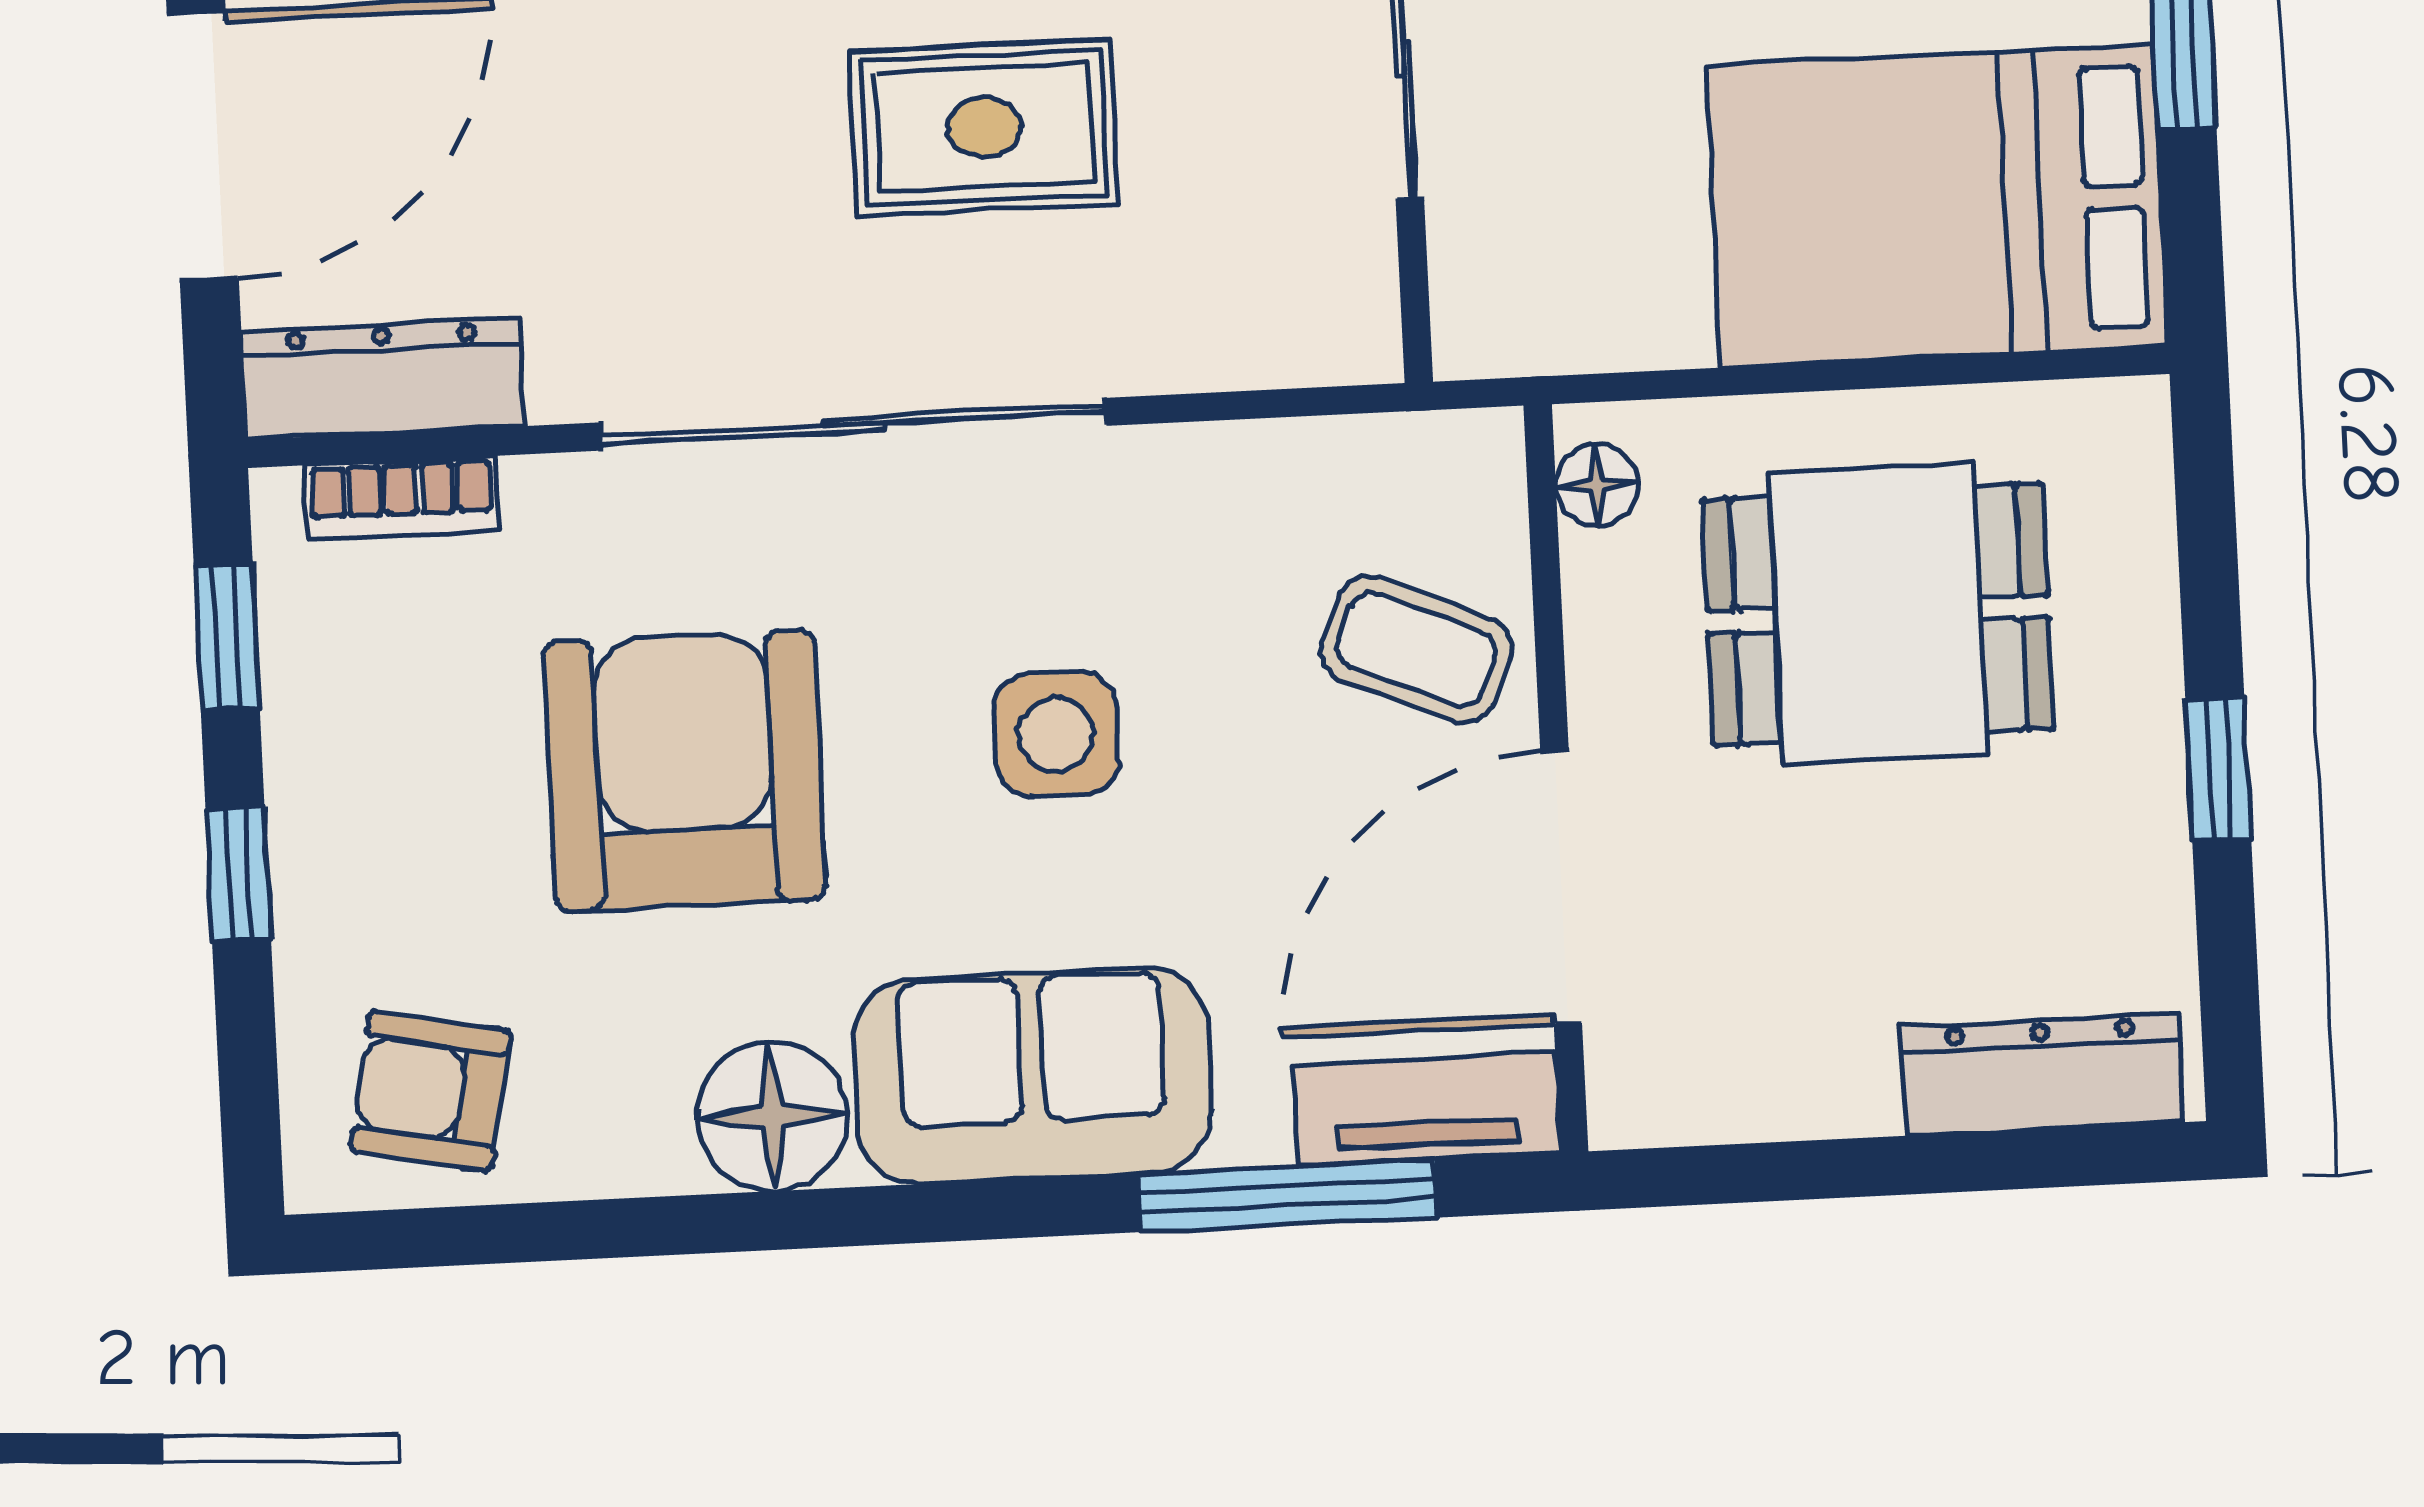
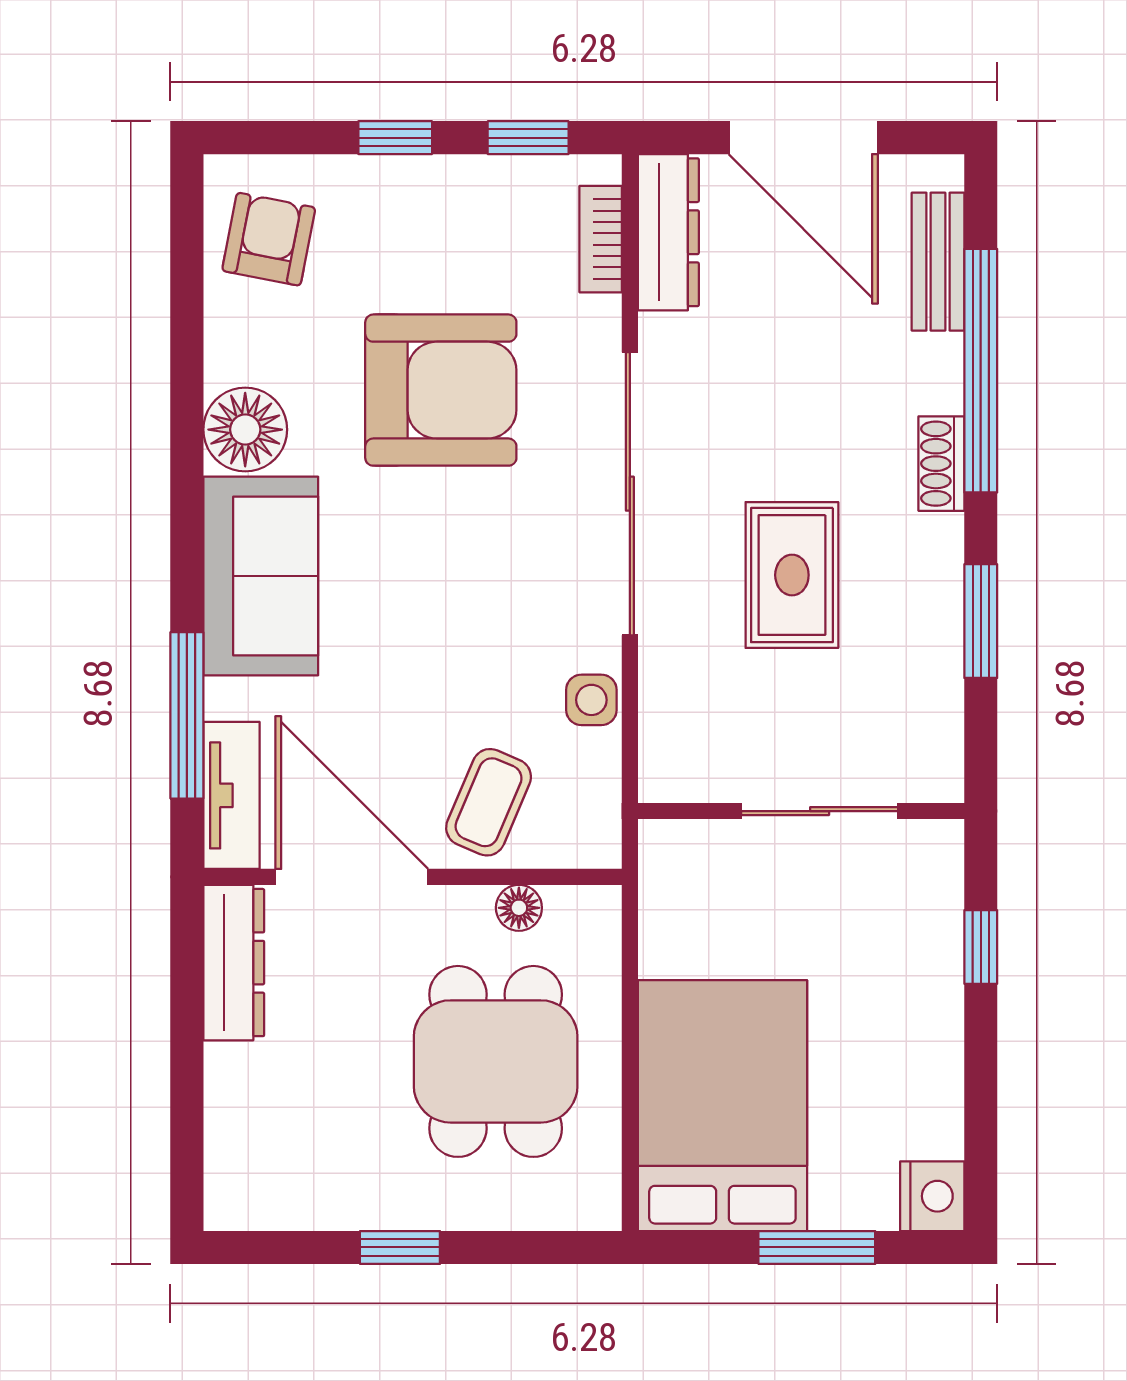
floor lamp: (1597, 485) -> (519, 908), moved
side table: (1056, 735) -> (591, 700), moved, width x0.73, depth x0.73
dresser: (2042, 1075) -> (234, 963), moved

